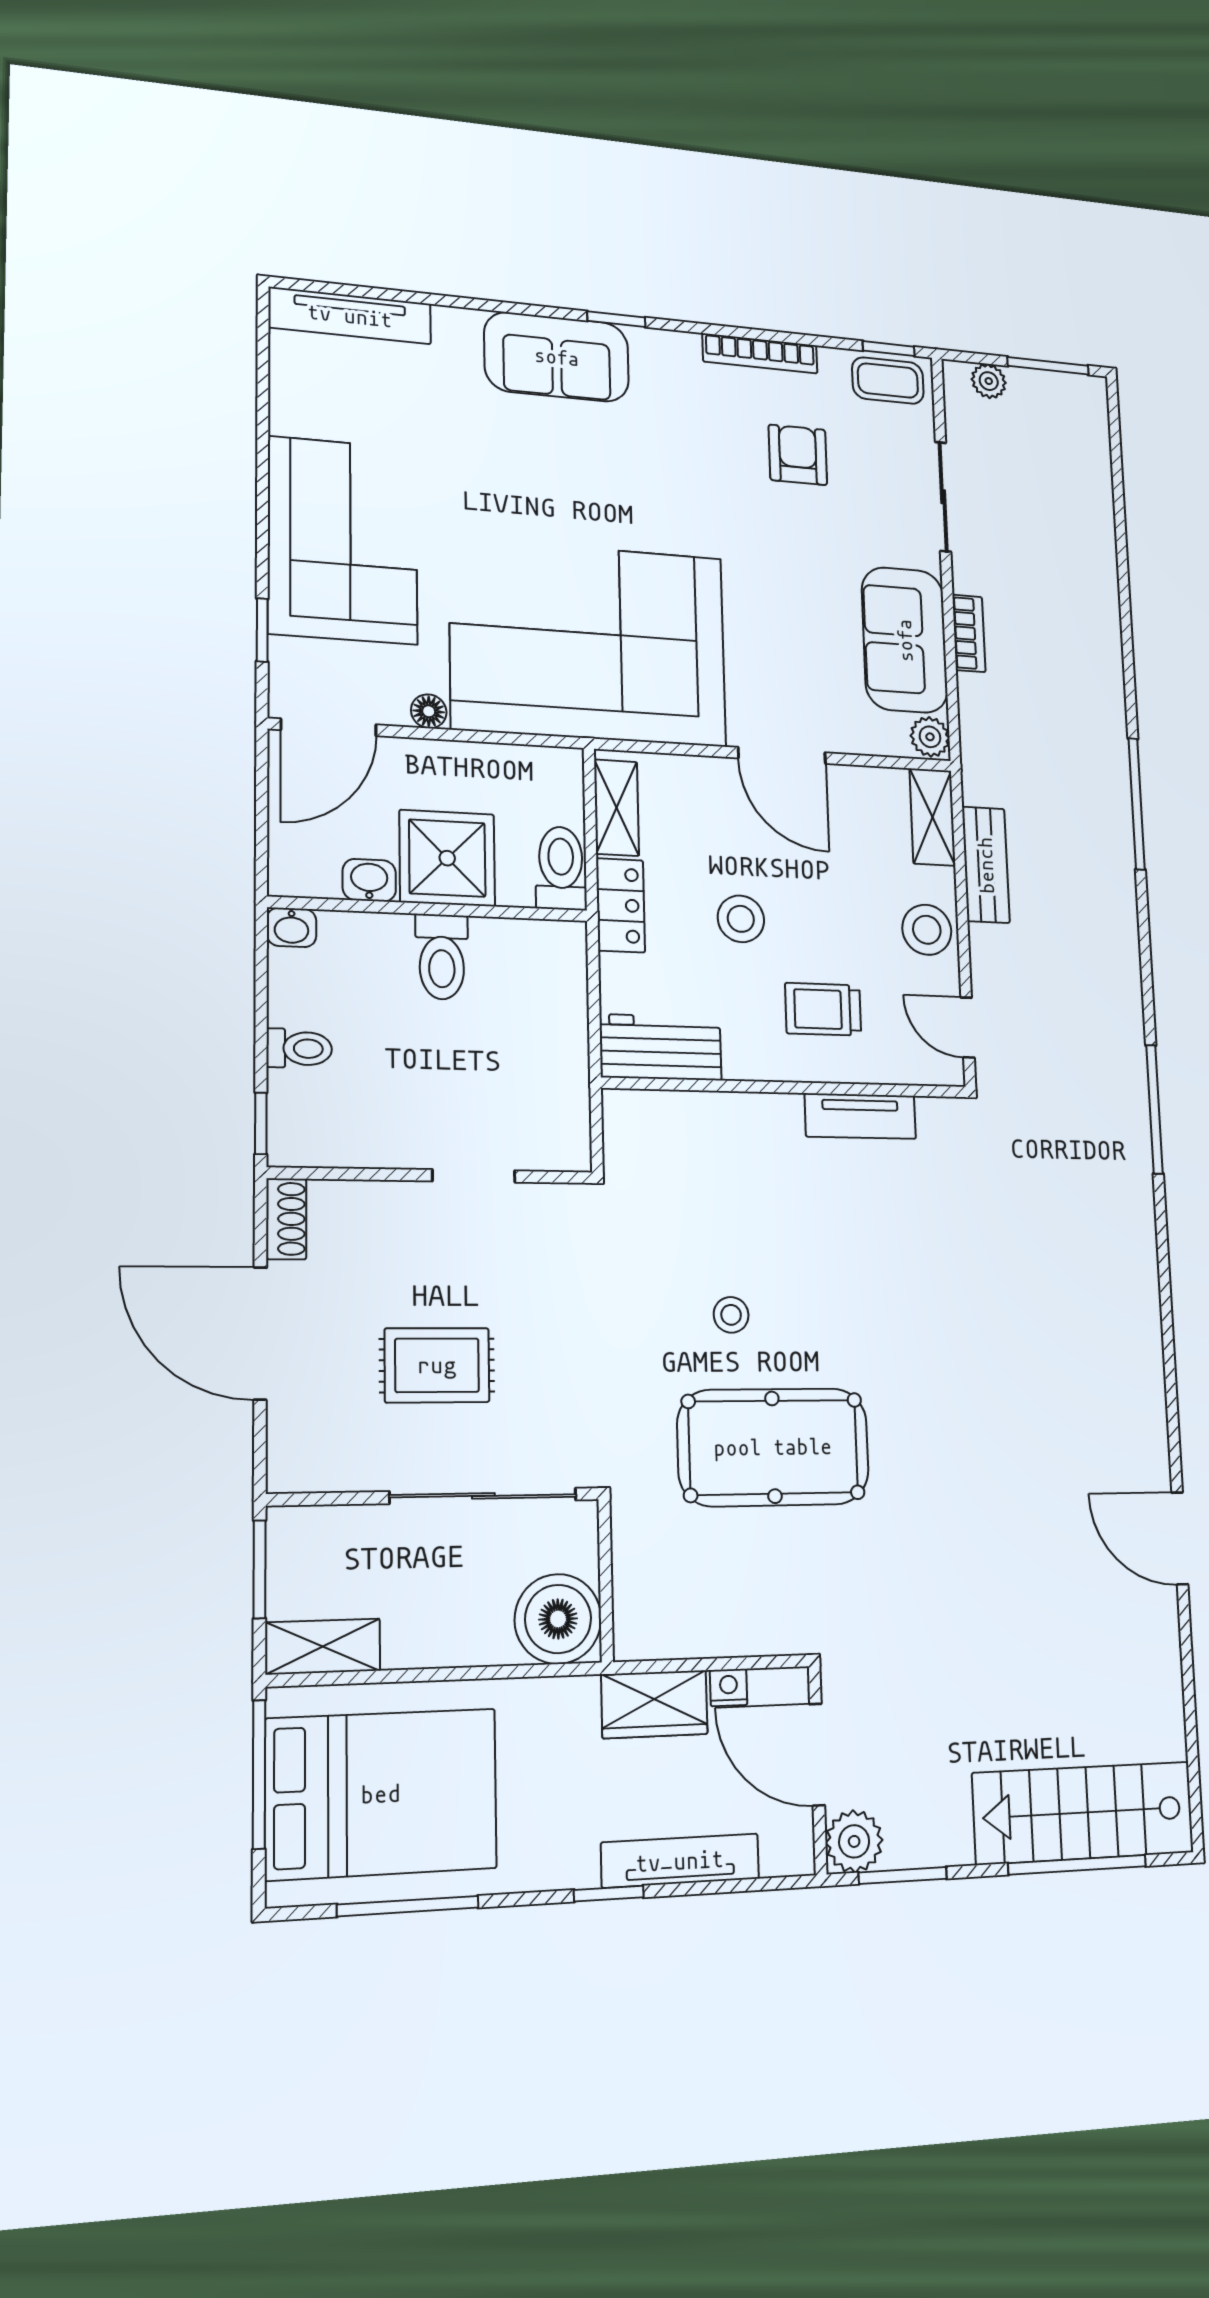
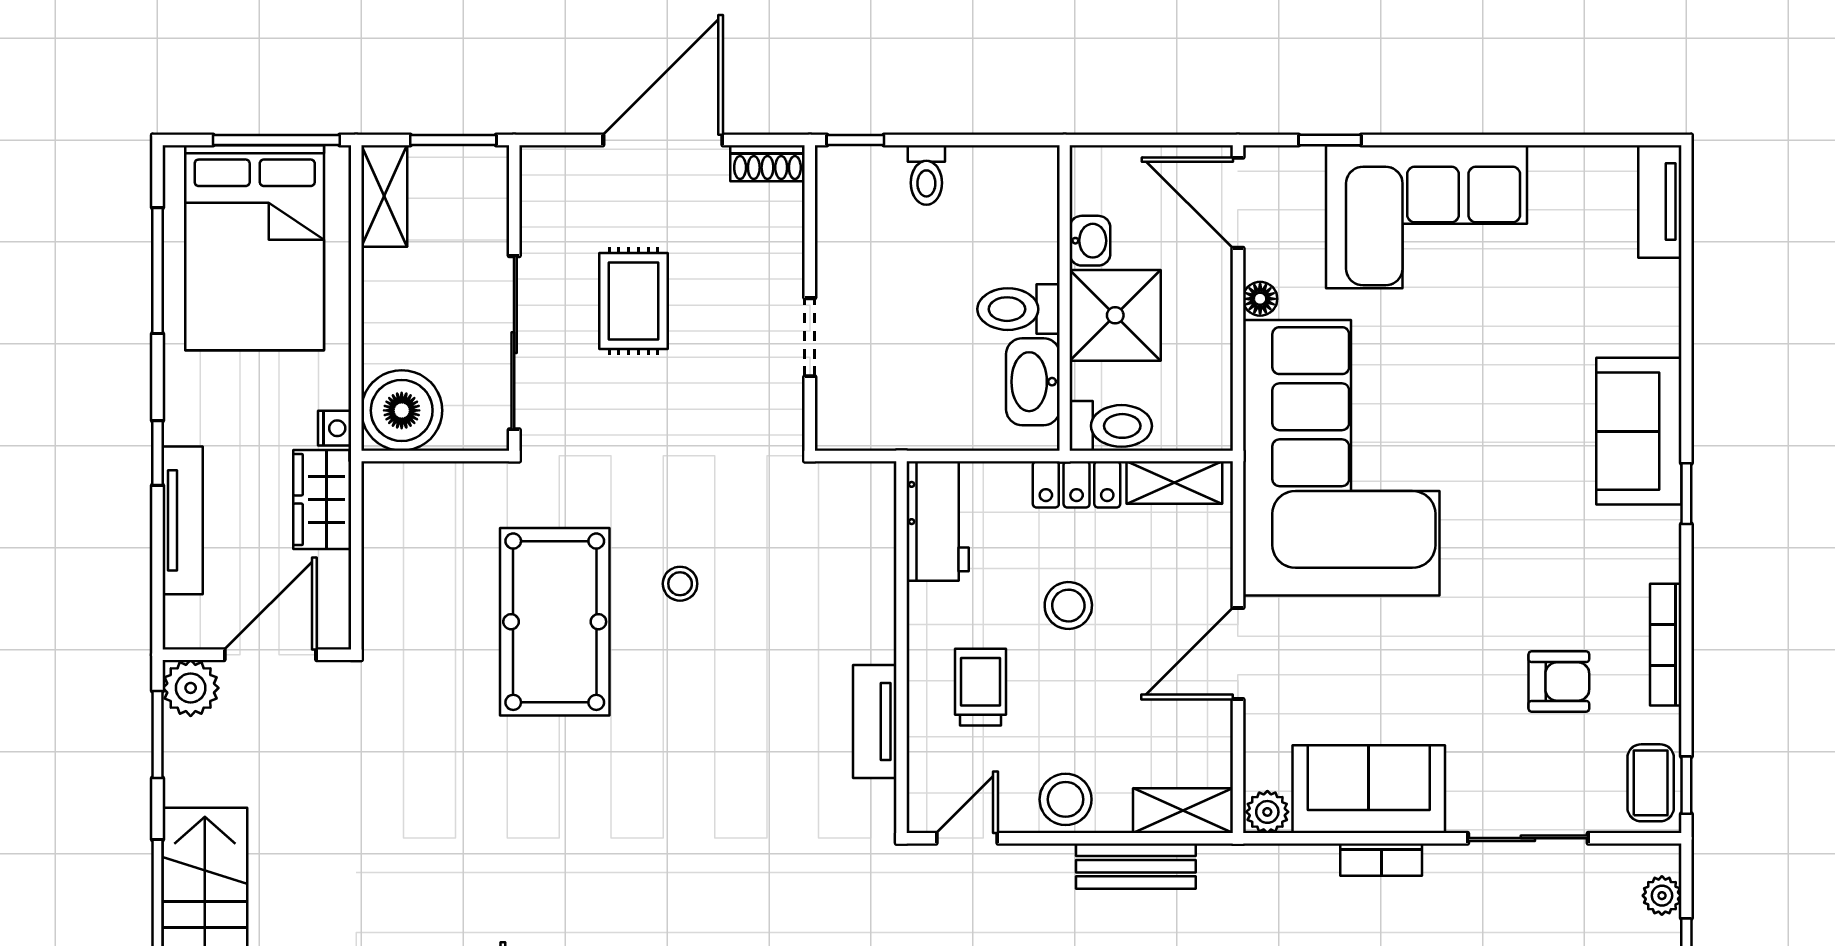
tv unit: (350, 316) -> (1660, 201), width x0.71
washbasin: (292, 927) -> (1033, 382), moved, width x1.91, depth x1.45
nightstand: (729, 1688) -> (335, 428), moved

